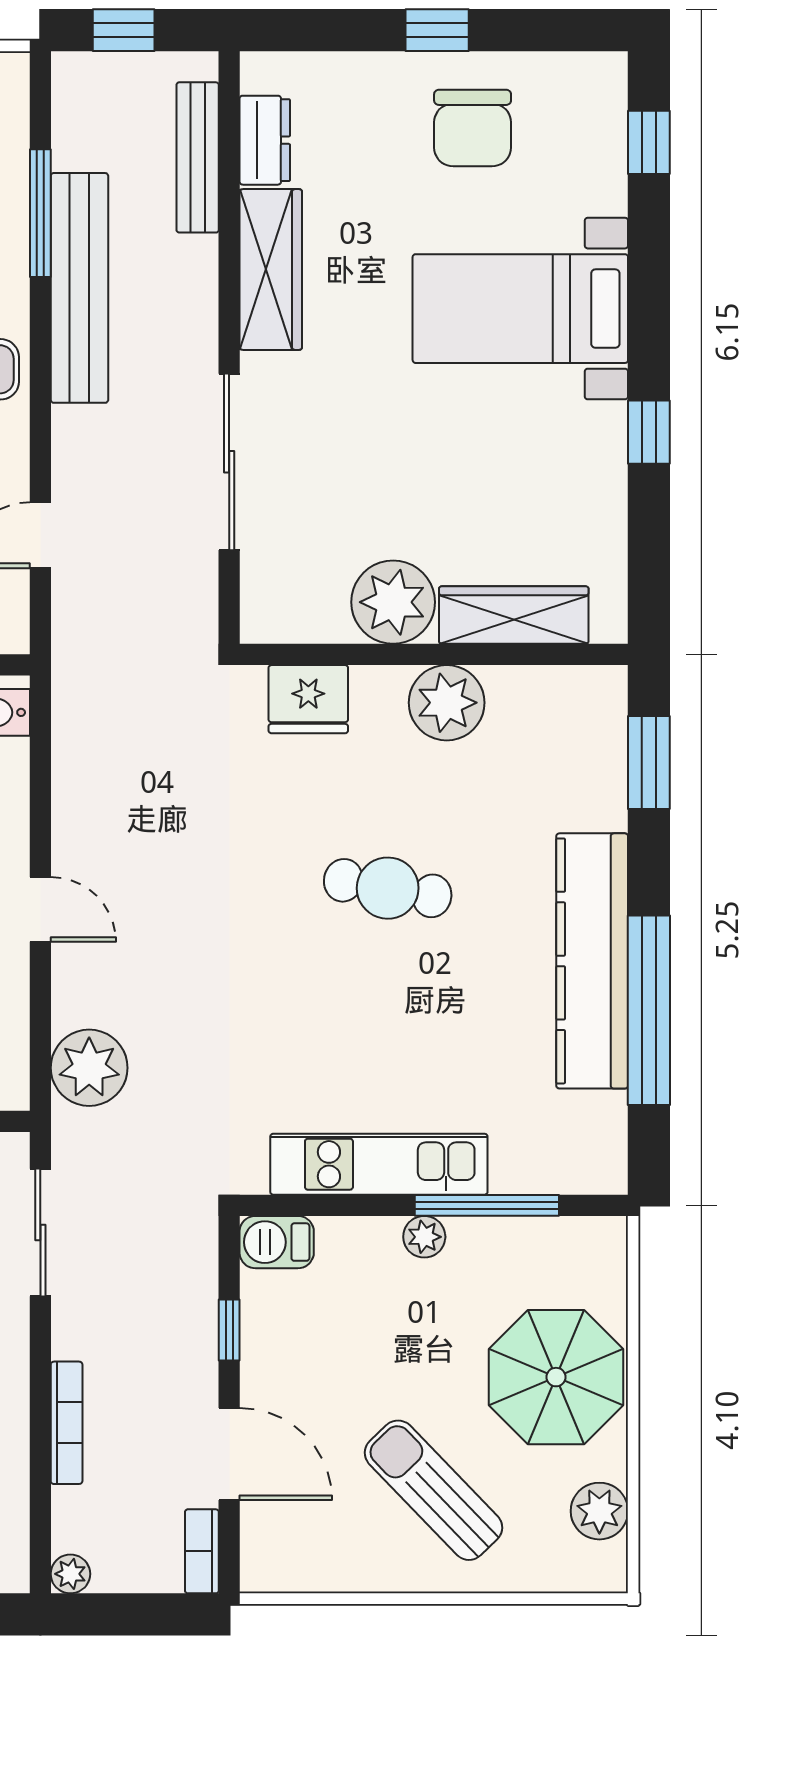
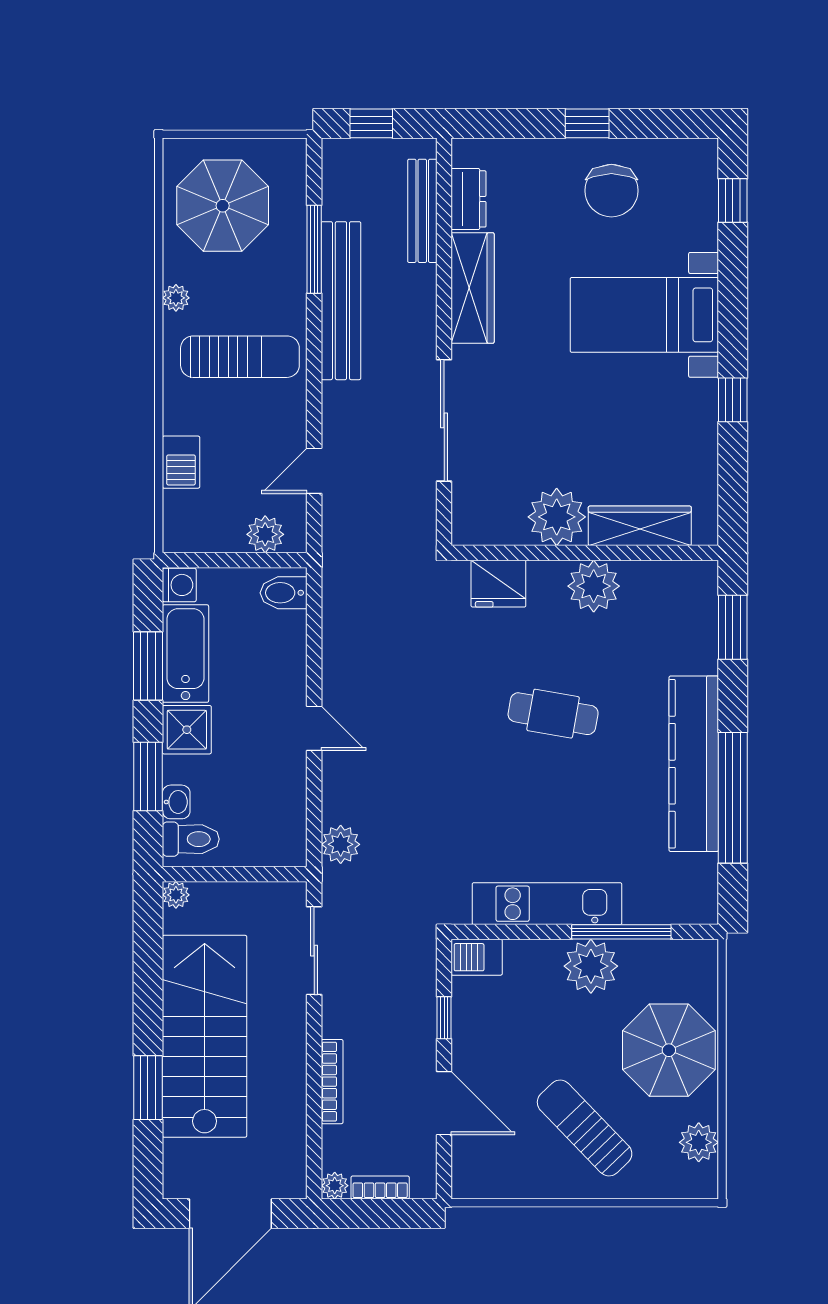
plant: (89, 1068) -> (341, 844), width x0.73, depth x0.73
plant: (424, 1237) -> (591, 966), width x1.88, depth x1.88
bookcase: (202, 1551) -> (380, 1187), moved, turned 90

